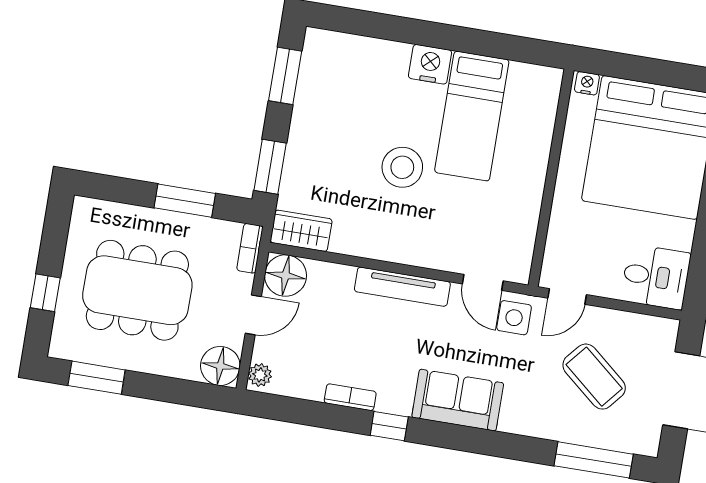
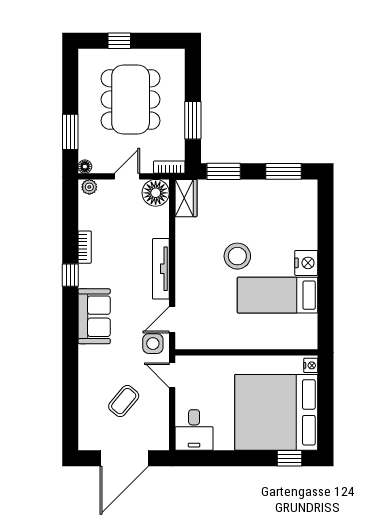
door: (253, 315) -> (127, 176), swing flipped
floor lamp: (220, 366) -> (85, 167), width x0.53, depth x0.53
coffee table: (594, 377) -> (124, 401), width x0.73, depth x0.77
window: (97, 378) -> (70, 132), moved
window: (594, 460) -> (70, 410), removed

